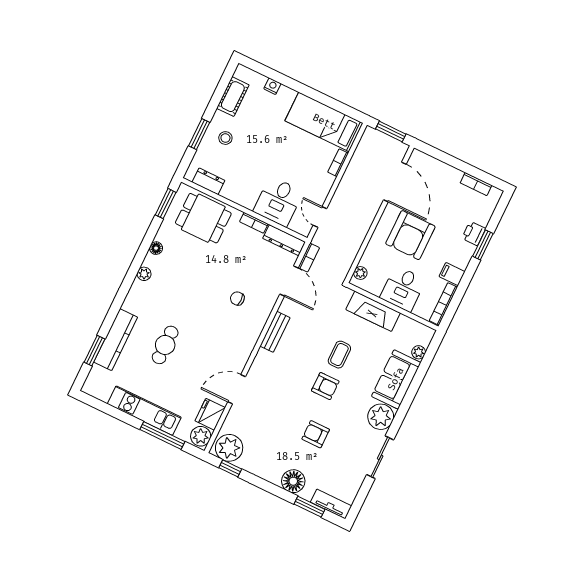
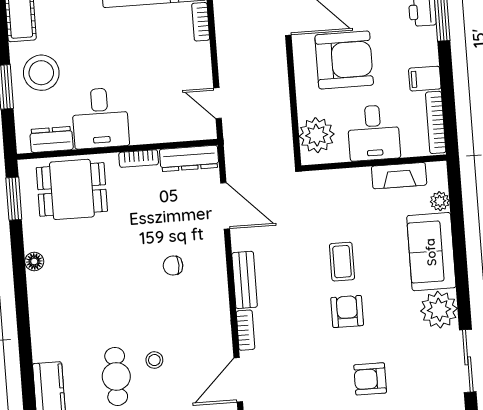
stool: (225, 138) -> (41, 73), width x1.89, depth x1.89
desk: (278, 202) -> (100, 118), moved
armchair: (410, 235) -> (344, 60), turned -90
bookcase: (309, 258) -> (246, 330), moved
plant: (360, 273) -> (317, 135), width x1.88, depth x1.88
plant: (144, 274) -> (38, 302), removed
fireplace: (373, 311) -> (399, 176), moved, width x0.73, depth x0.76
stool: (194, 348) -> (154, 360), added
armchair: (325, 386) -> (347, 311), turned -90

